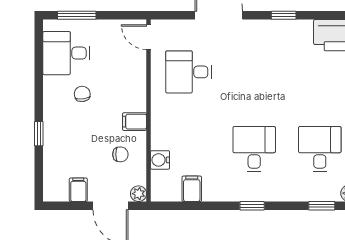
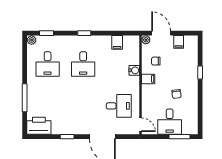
desk: (66, 53) -> (170, 122), moved, turned 90
water cooler: (160, 160) -> (134, 70), moved

